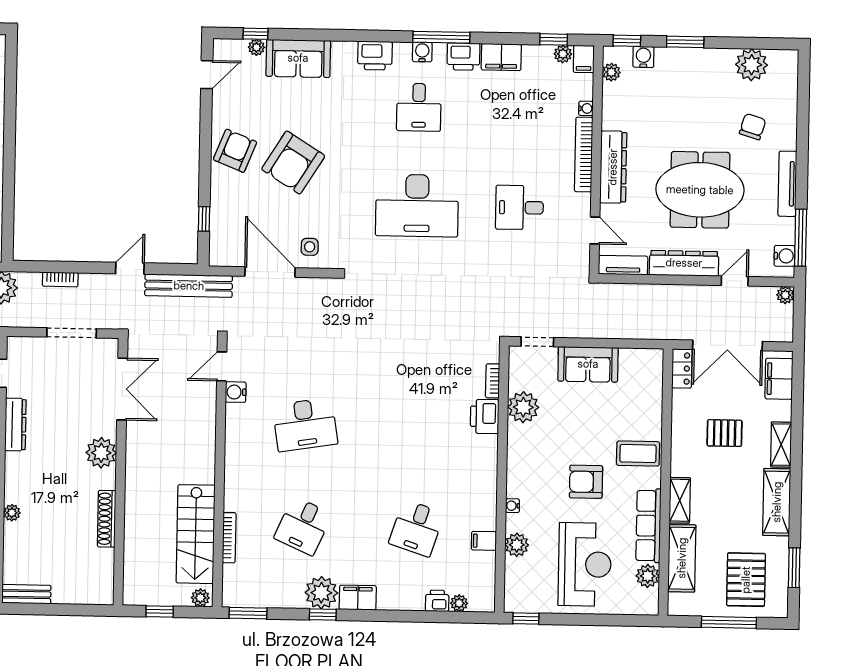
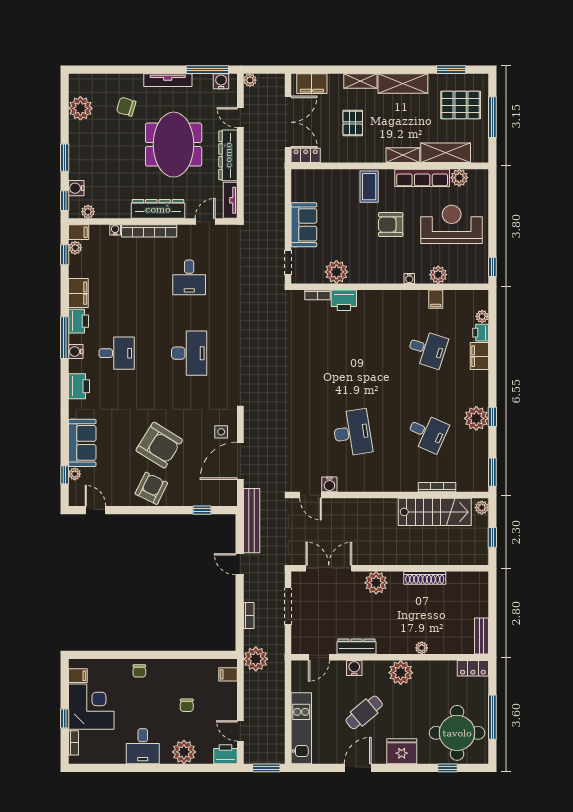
armchair: (235, 151) -> (151, 488), turned 94
desk: (417, 206) -> (189, 353), width x0.73, depth x0.77
armchair: (586, 482) -> (391, 225), turned 90
filing cabinet: (358, 598) -> (479, 356), moved

